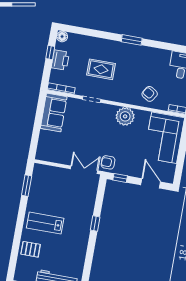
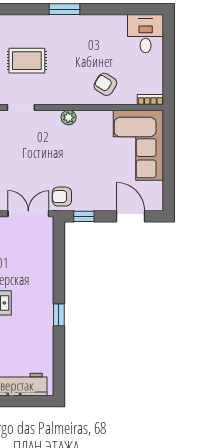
plant: (125, 116) -> (69, 117), width x0.53, depth x0.53
window: (95, 224) -> (59, 315), moved

